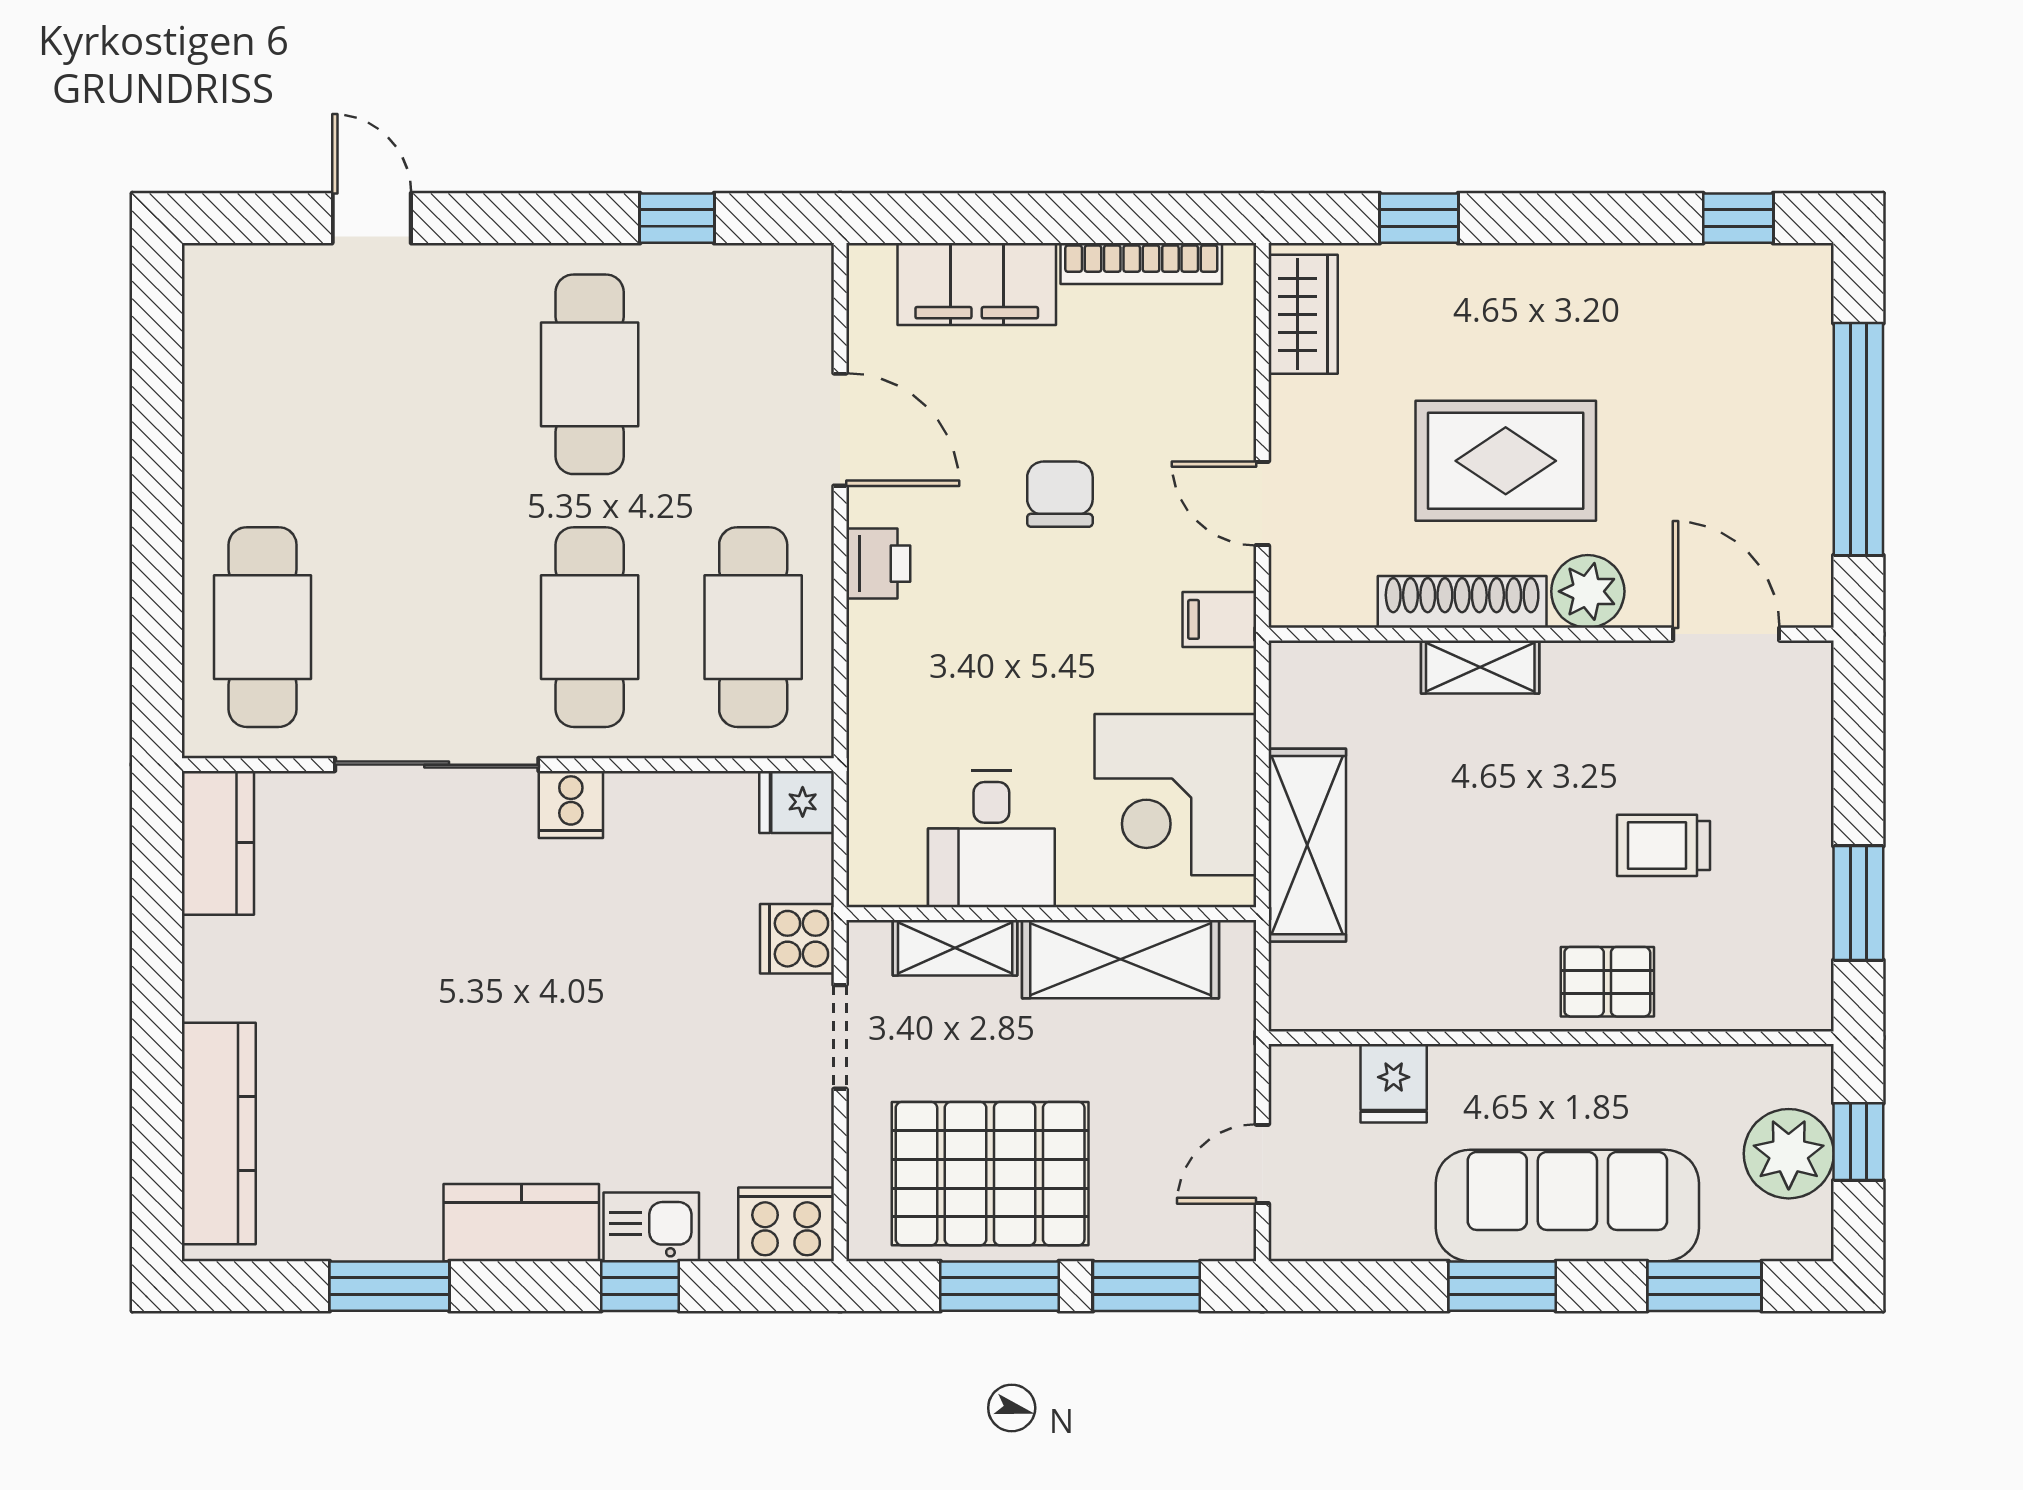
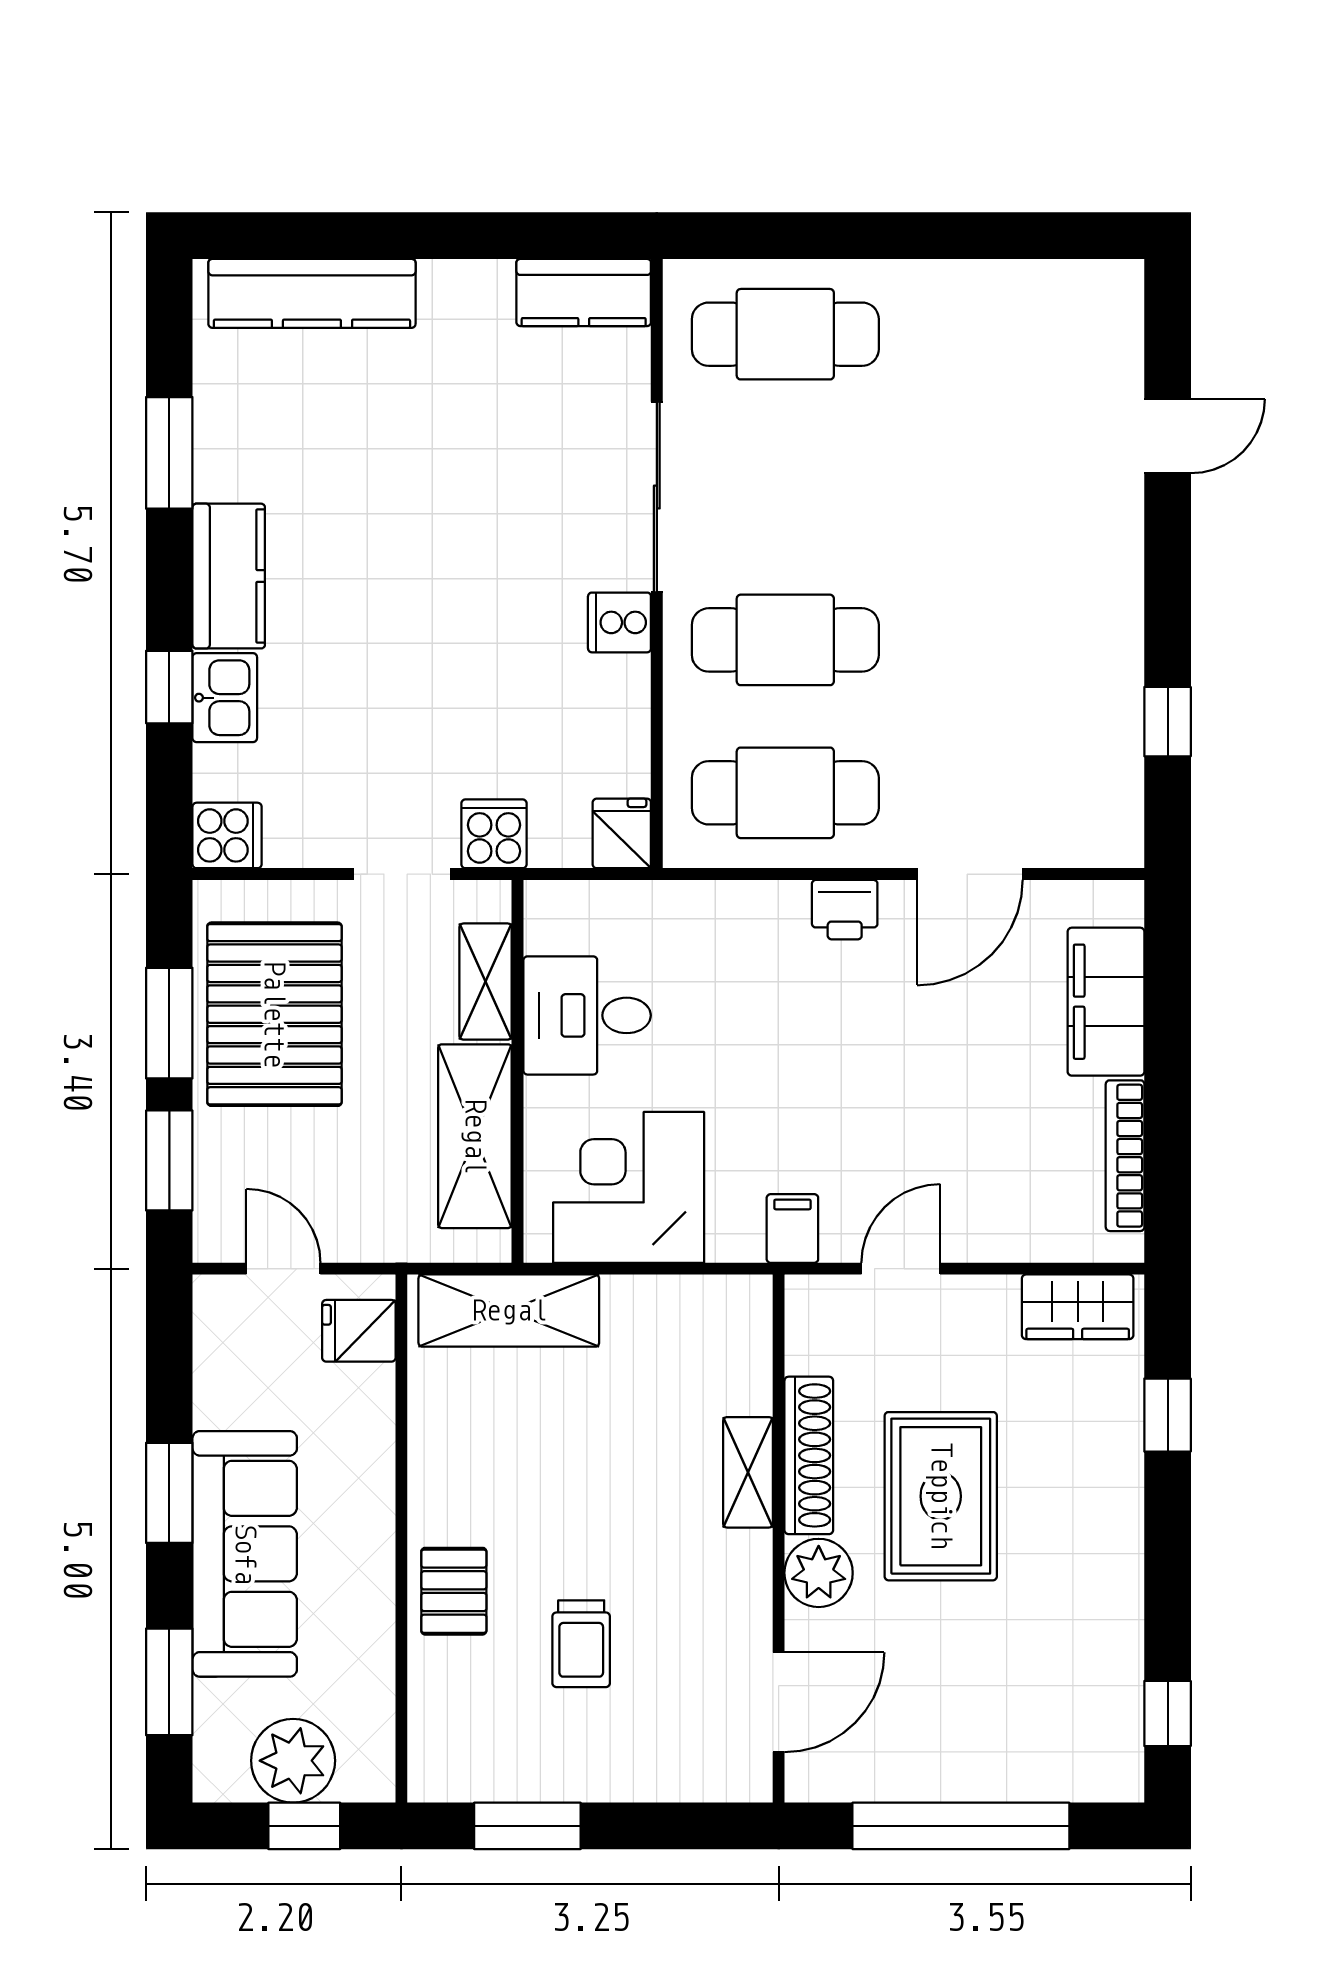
cafe table: (590, 374) -> (1022, 640), removed
chair: (1060, 494) -> (910, 1080), removed
shelving: (1307, 845) -> (509, 1311), moved
trolley: (1664, 845) -> (581, 1644), turned 180
fridge: (1394, 1083) -> (359, 1331), moved
cooker: (786, 1224) -> (227, 835), width x0.73

